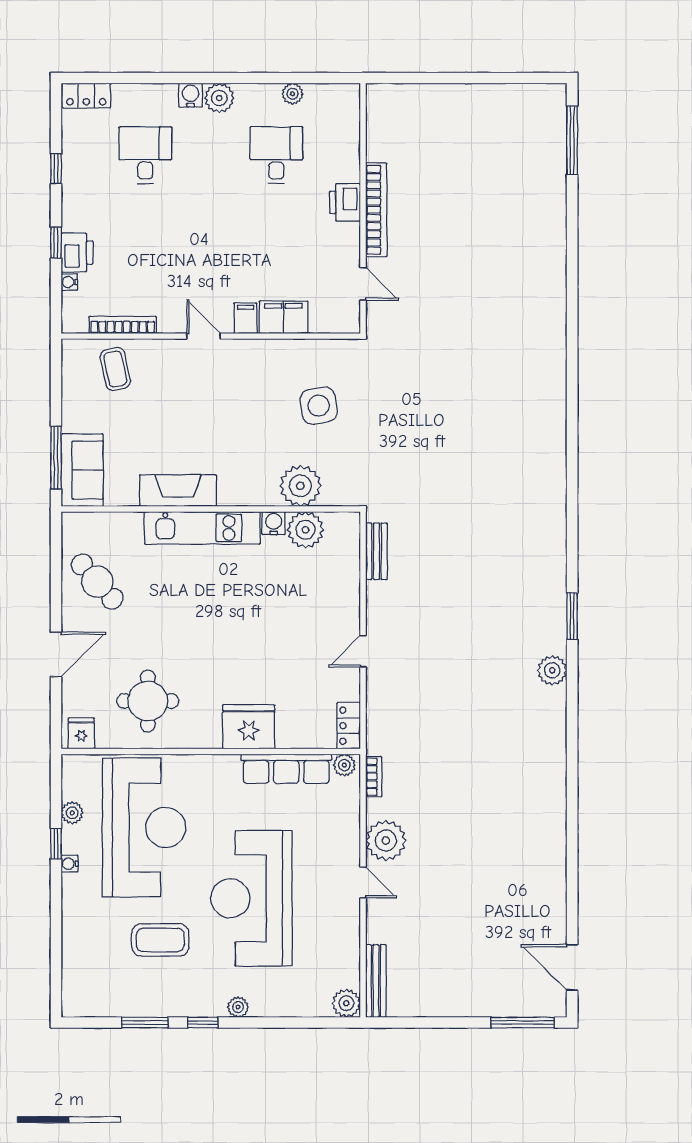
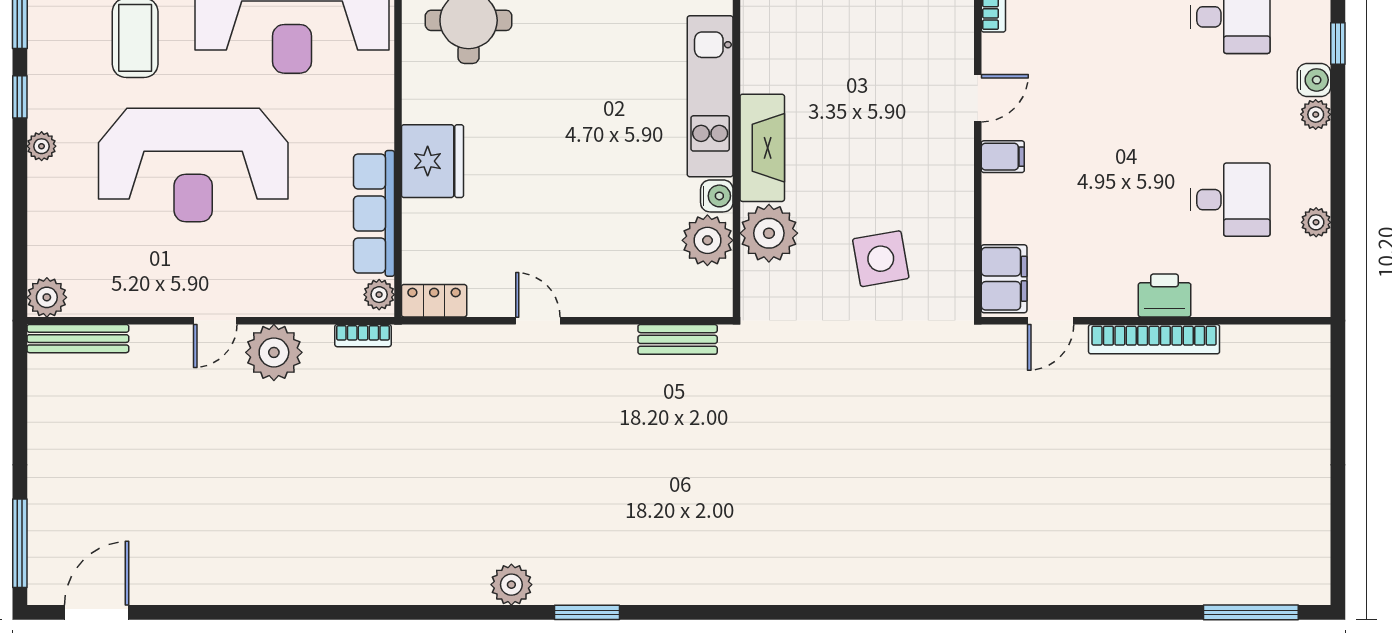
window: (164, 78) -> (1338, 43), added
plant: (219, 98) -> (1316, 114), width x0.73, depth x0.73
filing cabinet: (284, 317) -> (1004, 279), moved
fireplace: (178, 491) -> (762, 148), moved
reception desk: (252, 898) -> (193, 165), turned 180

